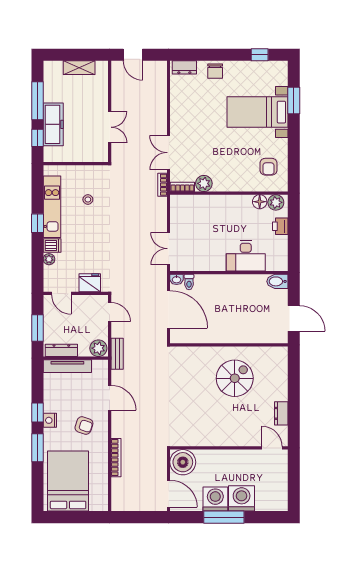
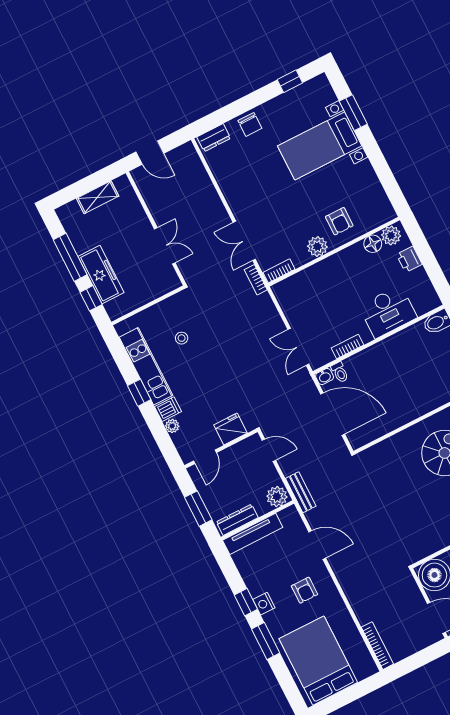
armchair: (269, 167) -> (339, 221), moved
plant: (204, 183) -> (317, 247), moved
bookcase: (204, 266) -> (348, 346), added
door: (61, 293) -> (205, 457), hinge flipped
armchair: (84, 426) -> (304, 590), turned 72
bookcase: (116, 458) -> (377, 646), moved

